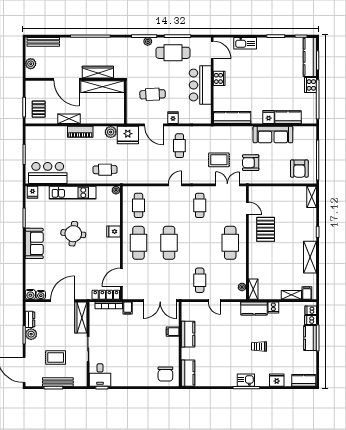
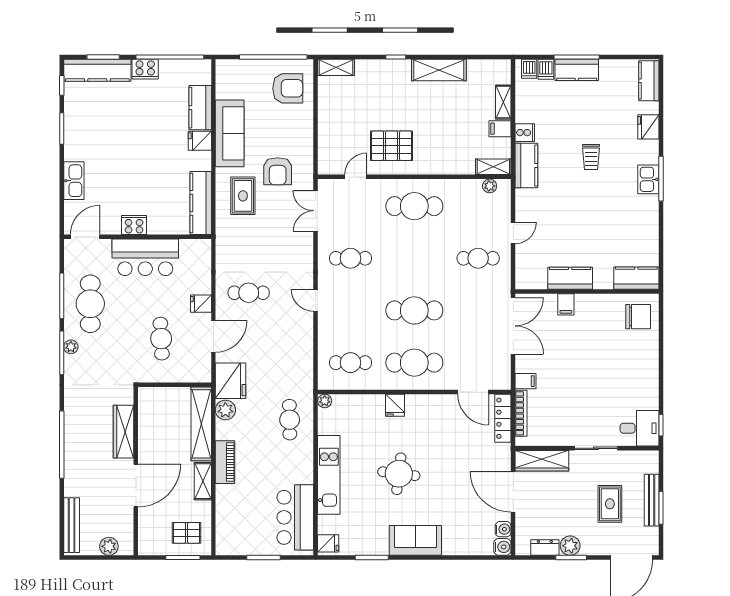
shelving: (103, 87) -> (201, 424), moved
rug: (219, 160) -> (243, 196), moved
filing cabinet: (307, 293) -> (500, 129), moved

